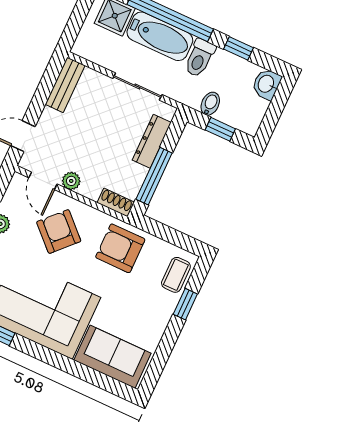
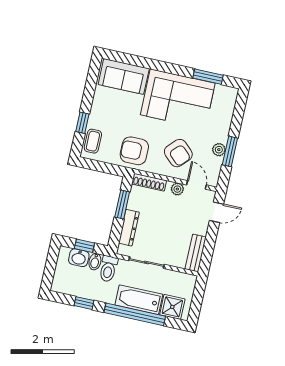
toilet: (200, 58) -> (108, 269), moved, turned 180
washbasin: (267, 84) -> (79, 258), moved, turned 90
window: (154, 176) -> (122, 204), width x0.69
shoe rack: (116, 202) -> (149, 182), width x1.43
armchair: (120, 248) -> (134, 151), turned 180

